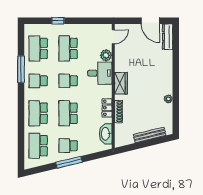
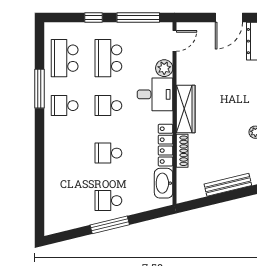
window: (88, 21) -> (138, 17), added
door: (150, 21) -> (229, 17), hinge flipped
wardrobe: (121, 83) -> (186, 109), width x1.50
locker: (107, 108) -> (166, 145), width x1.53
school desk: (38, 113) -> (65, 153), removed
school desk: (68, 113) -> (108, 153), width x0.54
school desk: (38, 146) -> (65, 201), removed

